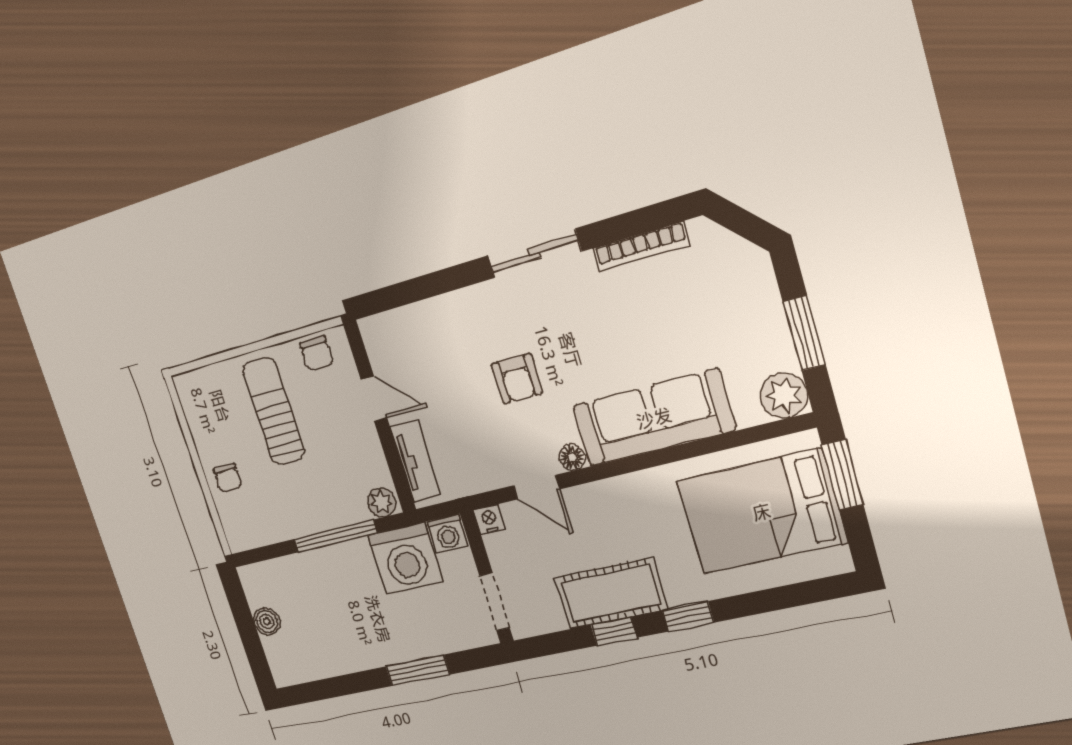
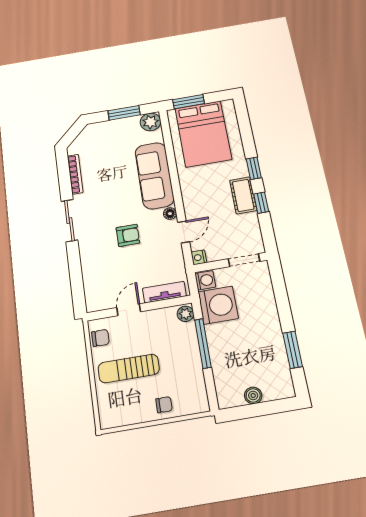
cot: (611, 593) -> (243, 195), width x0.73, depth x0.75
window: (418, 670) -> (293, 350), moved

